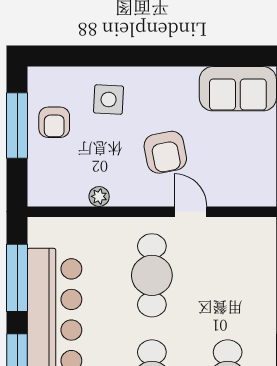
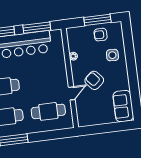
armchair: (165, 152) -> (94, 80), turned 60
cafe table: (152, 275) -> (48, 111), moved

